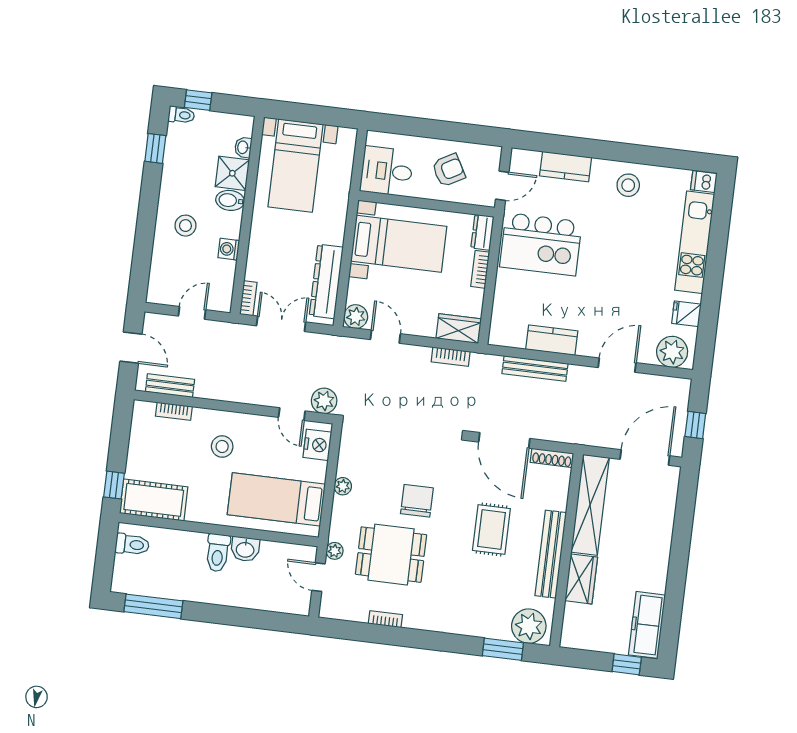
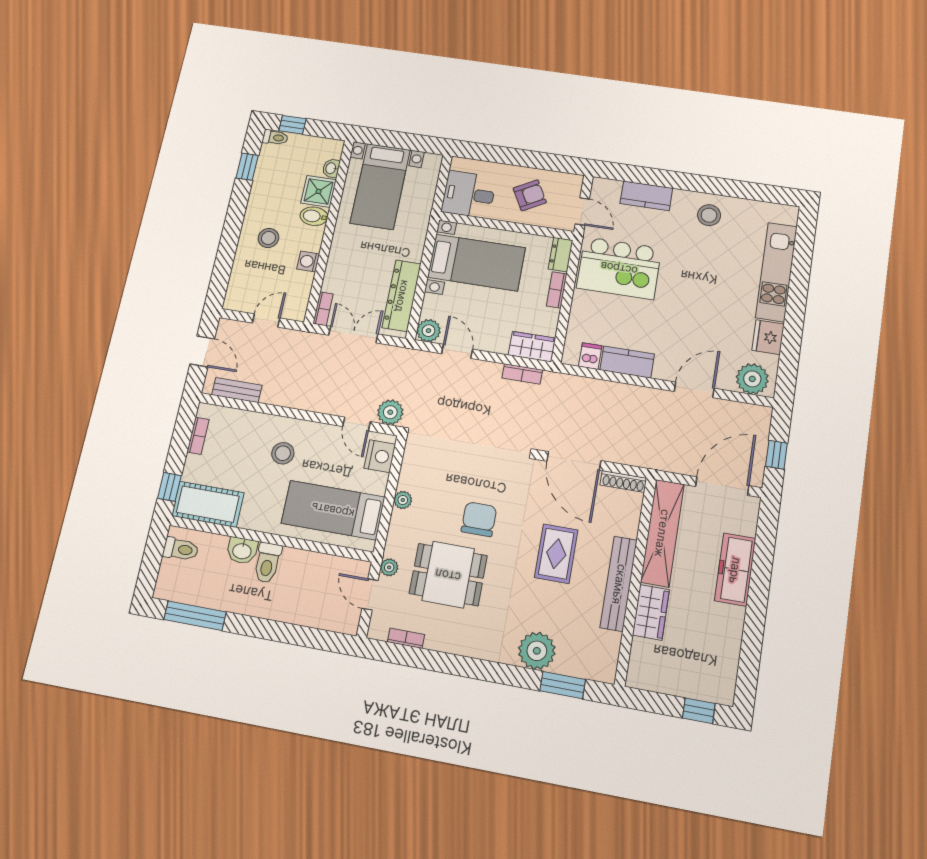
dishwasher: (704, 182) -> (590, 356), moved, turned 90
door: (502, 186) -> (582, 212), hinge flipped
fridge: (686, 314) -> (768, 337), width x1.38
bench: (535, 369) -> (609, 390), removed
bookcase: (174, 411) -> (198, 436), moved, turned -90
washbasin: (245, 549) -> (242, 551), moved
bookcase: (385, 619) -> (406, 638), moved
freezer: (647, 625) -> (735, 570), moved
plant: (529, 626) -> (537, 651), moved

